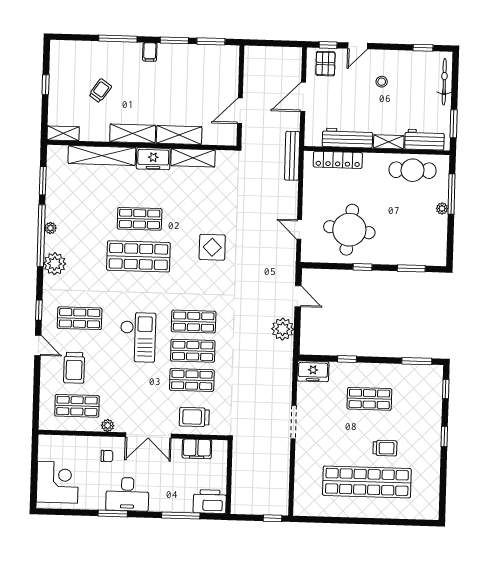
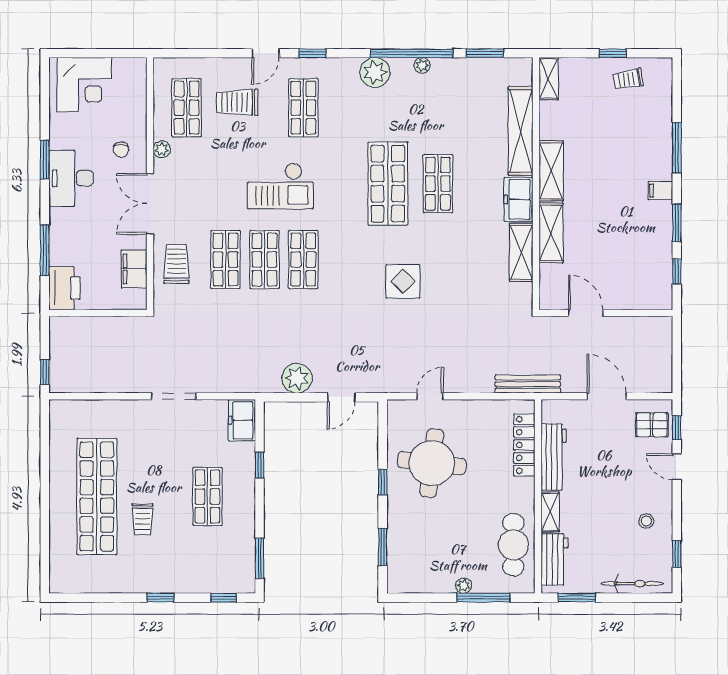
window: (211, 41) -> (677, 272), width x0.67
stool: (382, 82) -> (646, 521), moved
trolley: (100, 91) -> (628, 79), moved, turned 135

